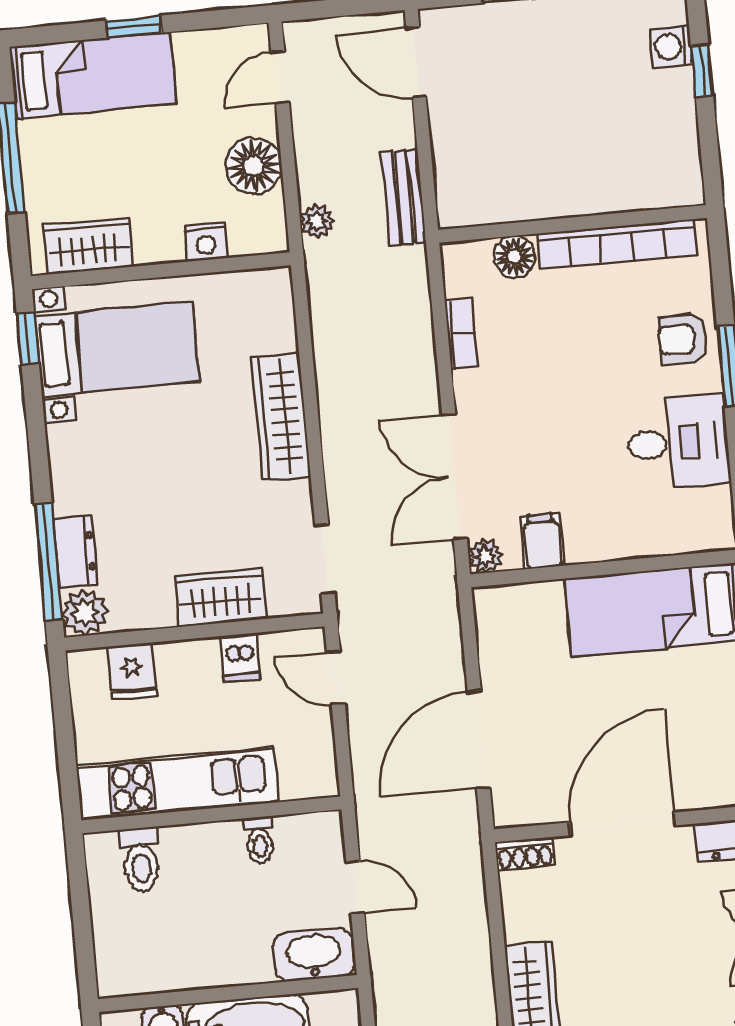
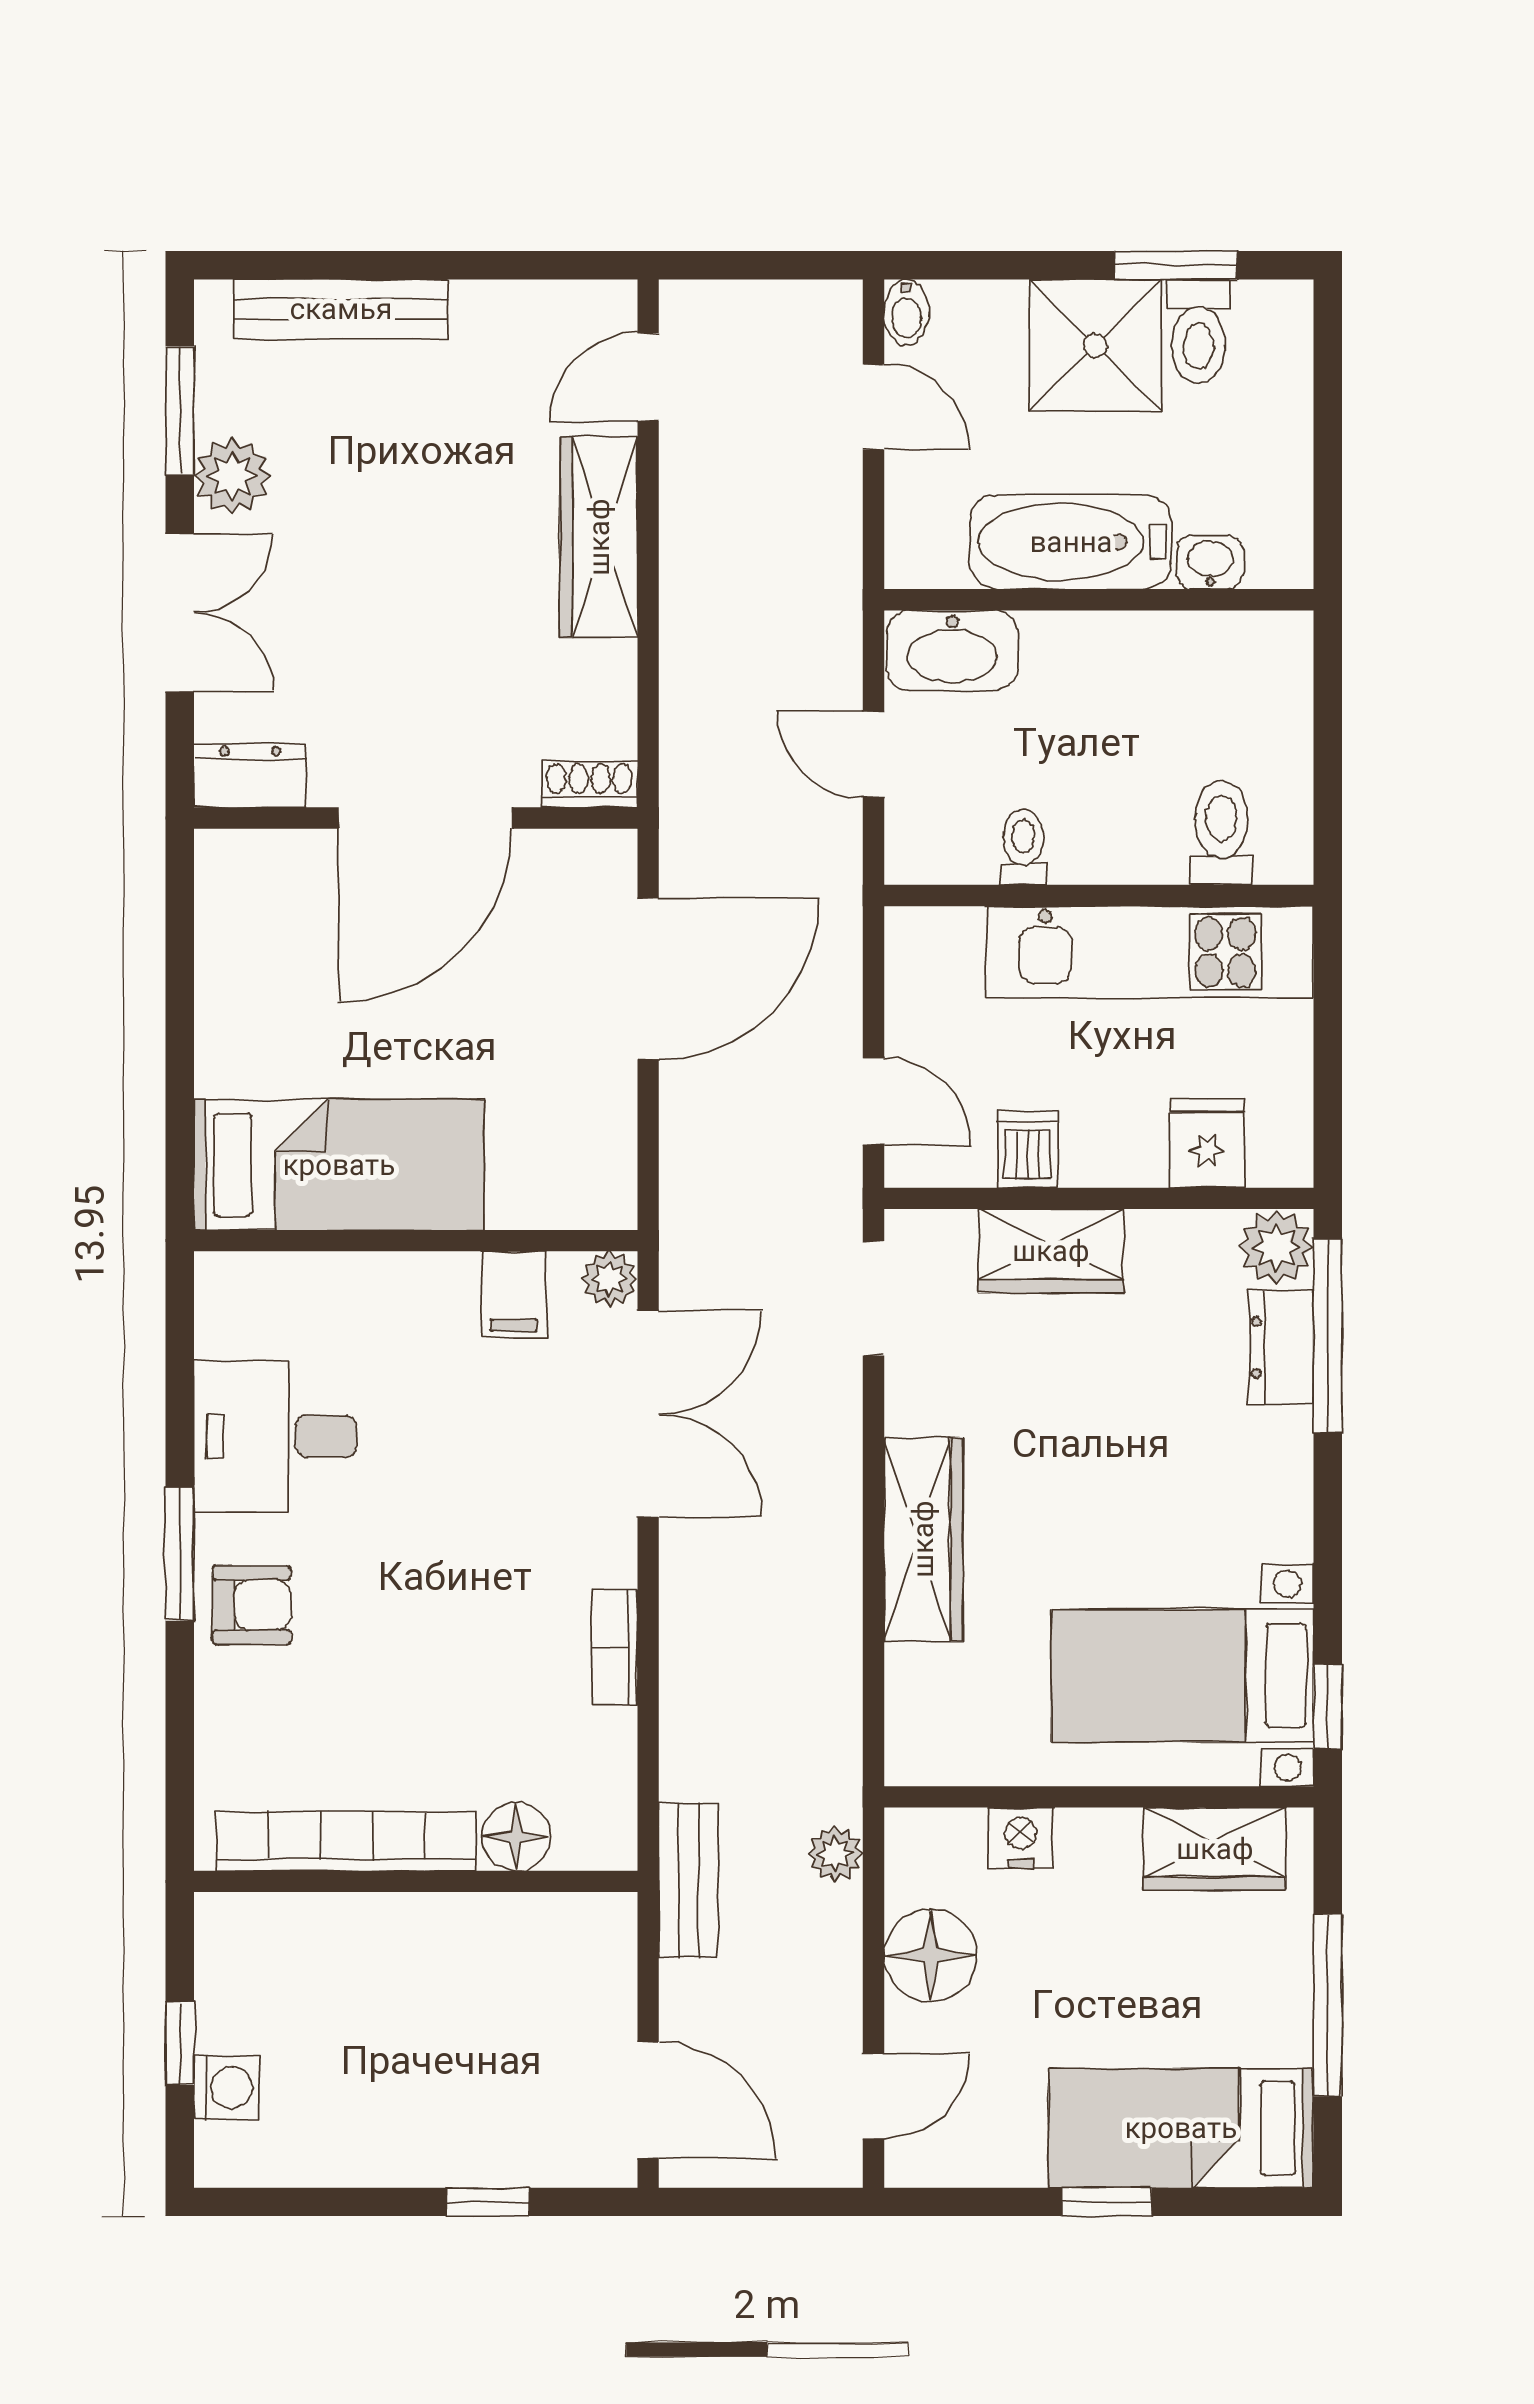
wall: (573, 224) -> (416, 1881), moved
bookcase: (617, 244) -> (346, 1841), moved
floor lamp: (514, 257) -> (516, 1837), moved

